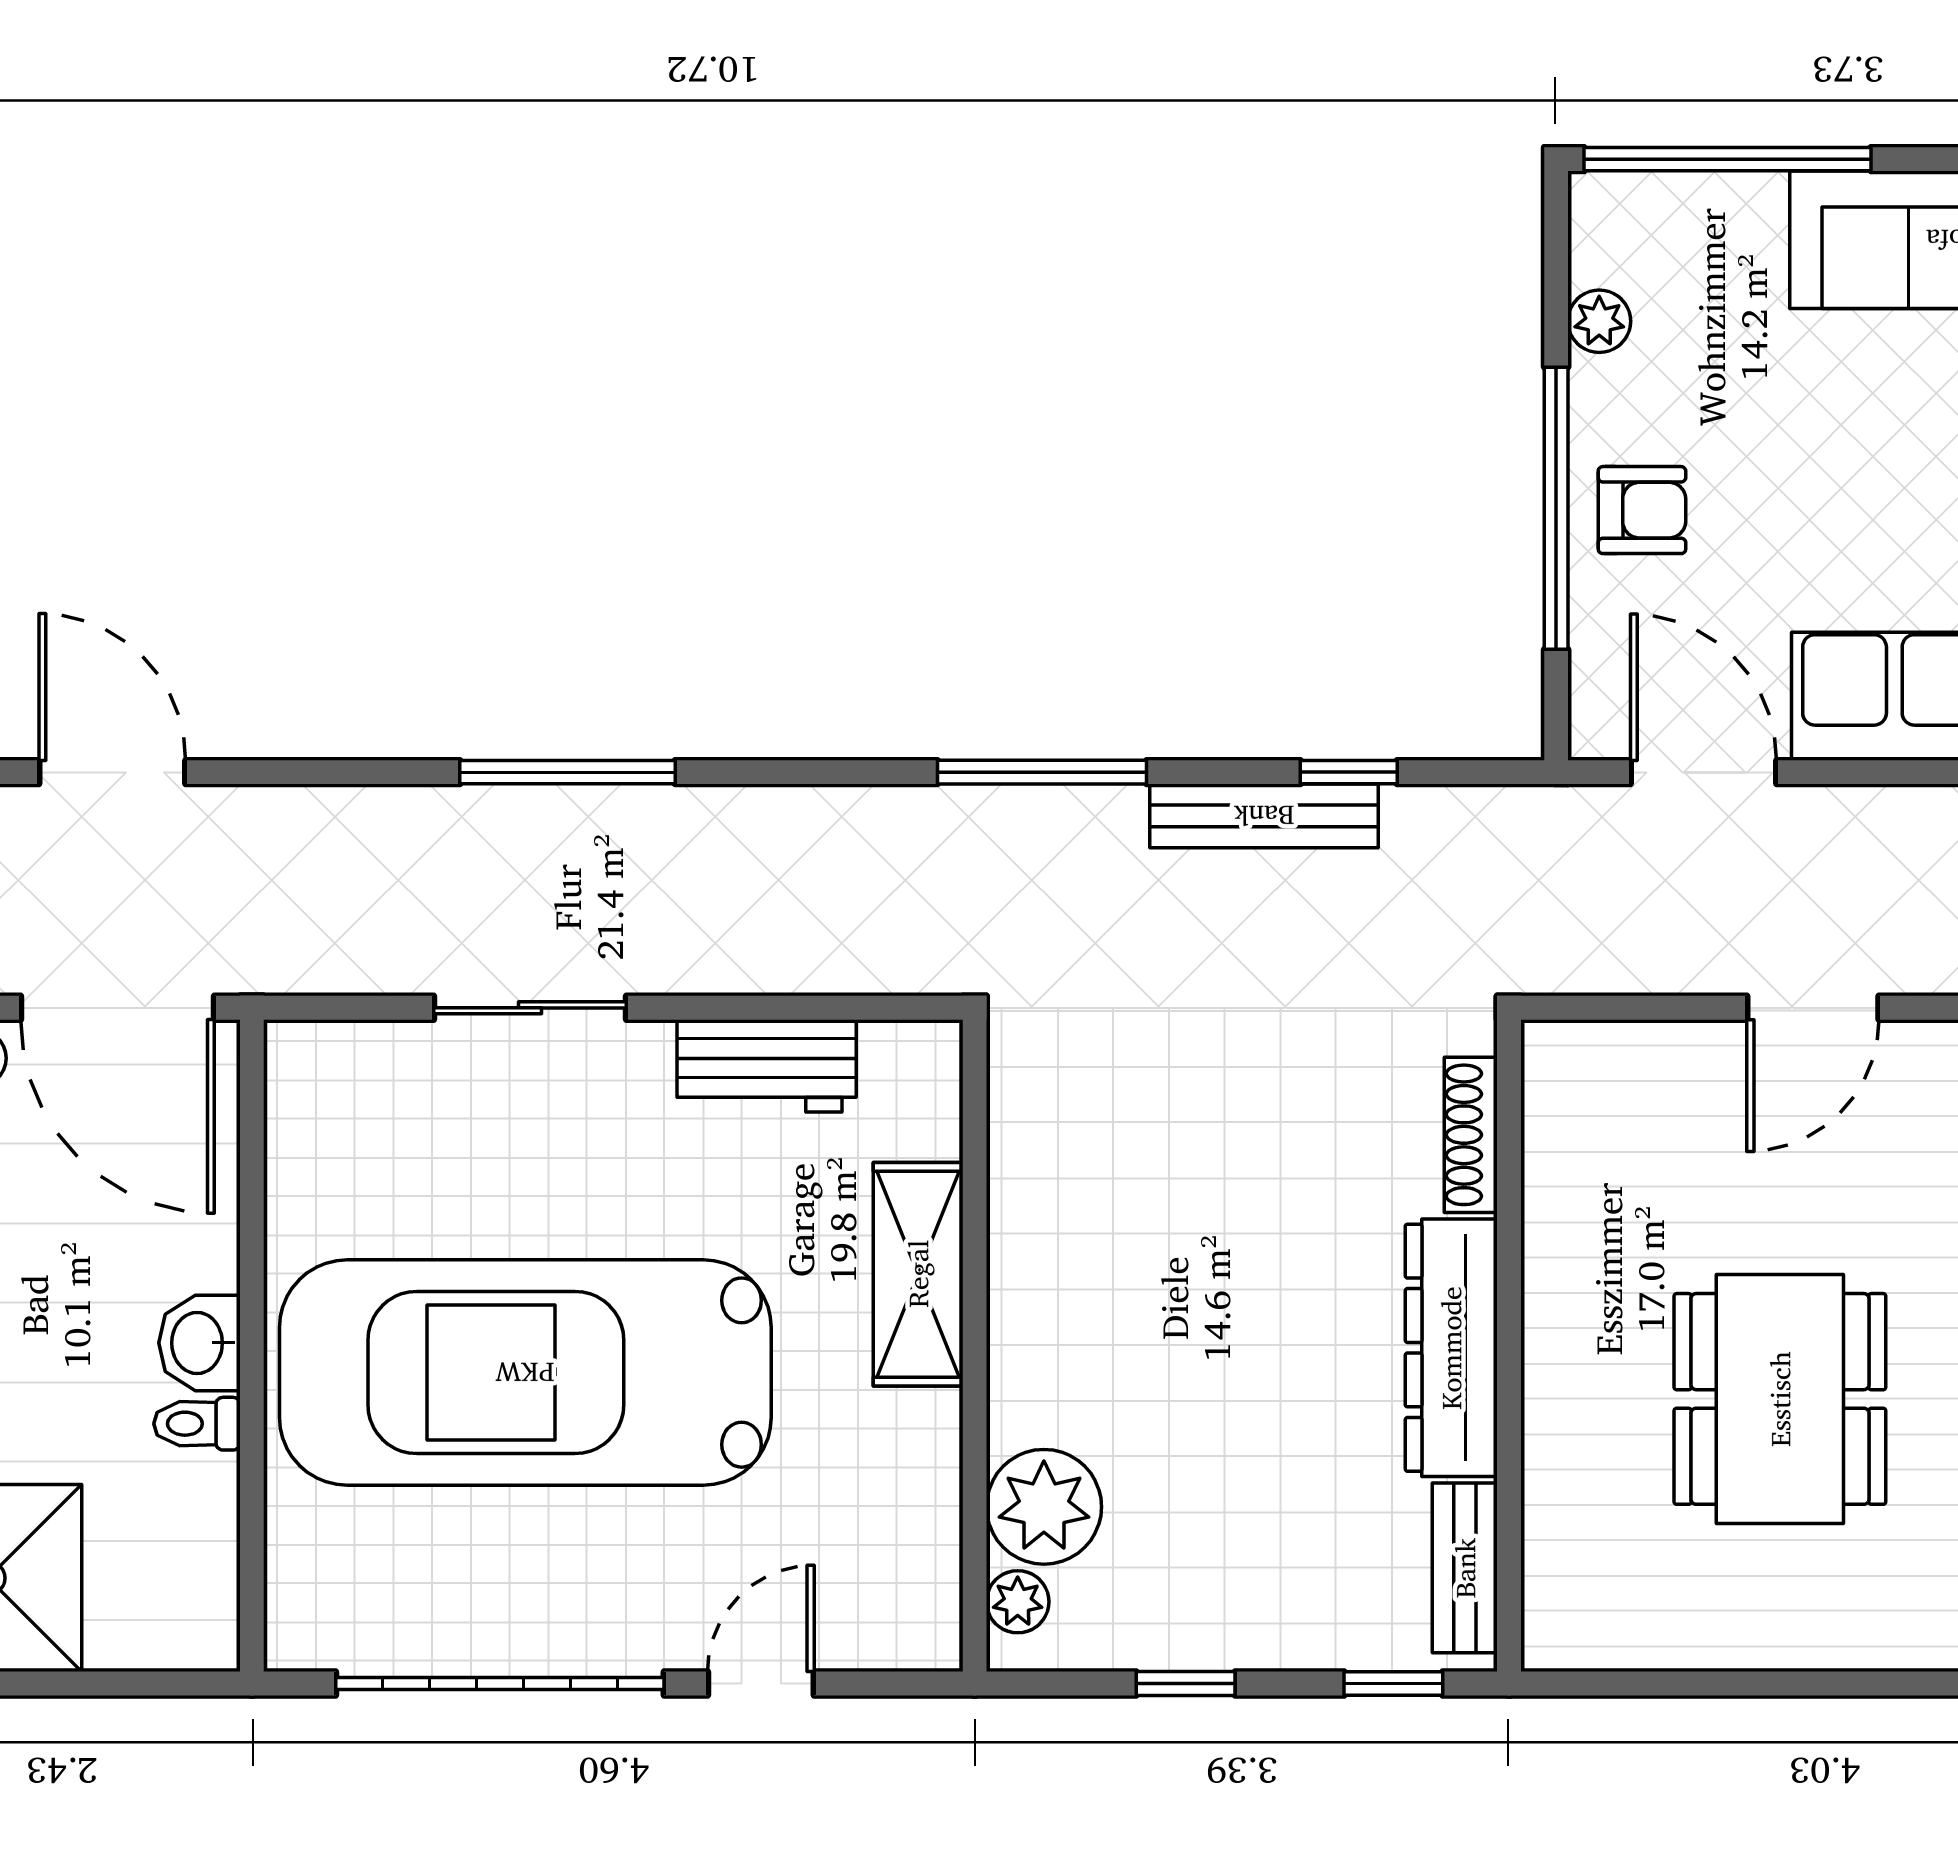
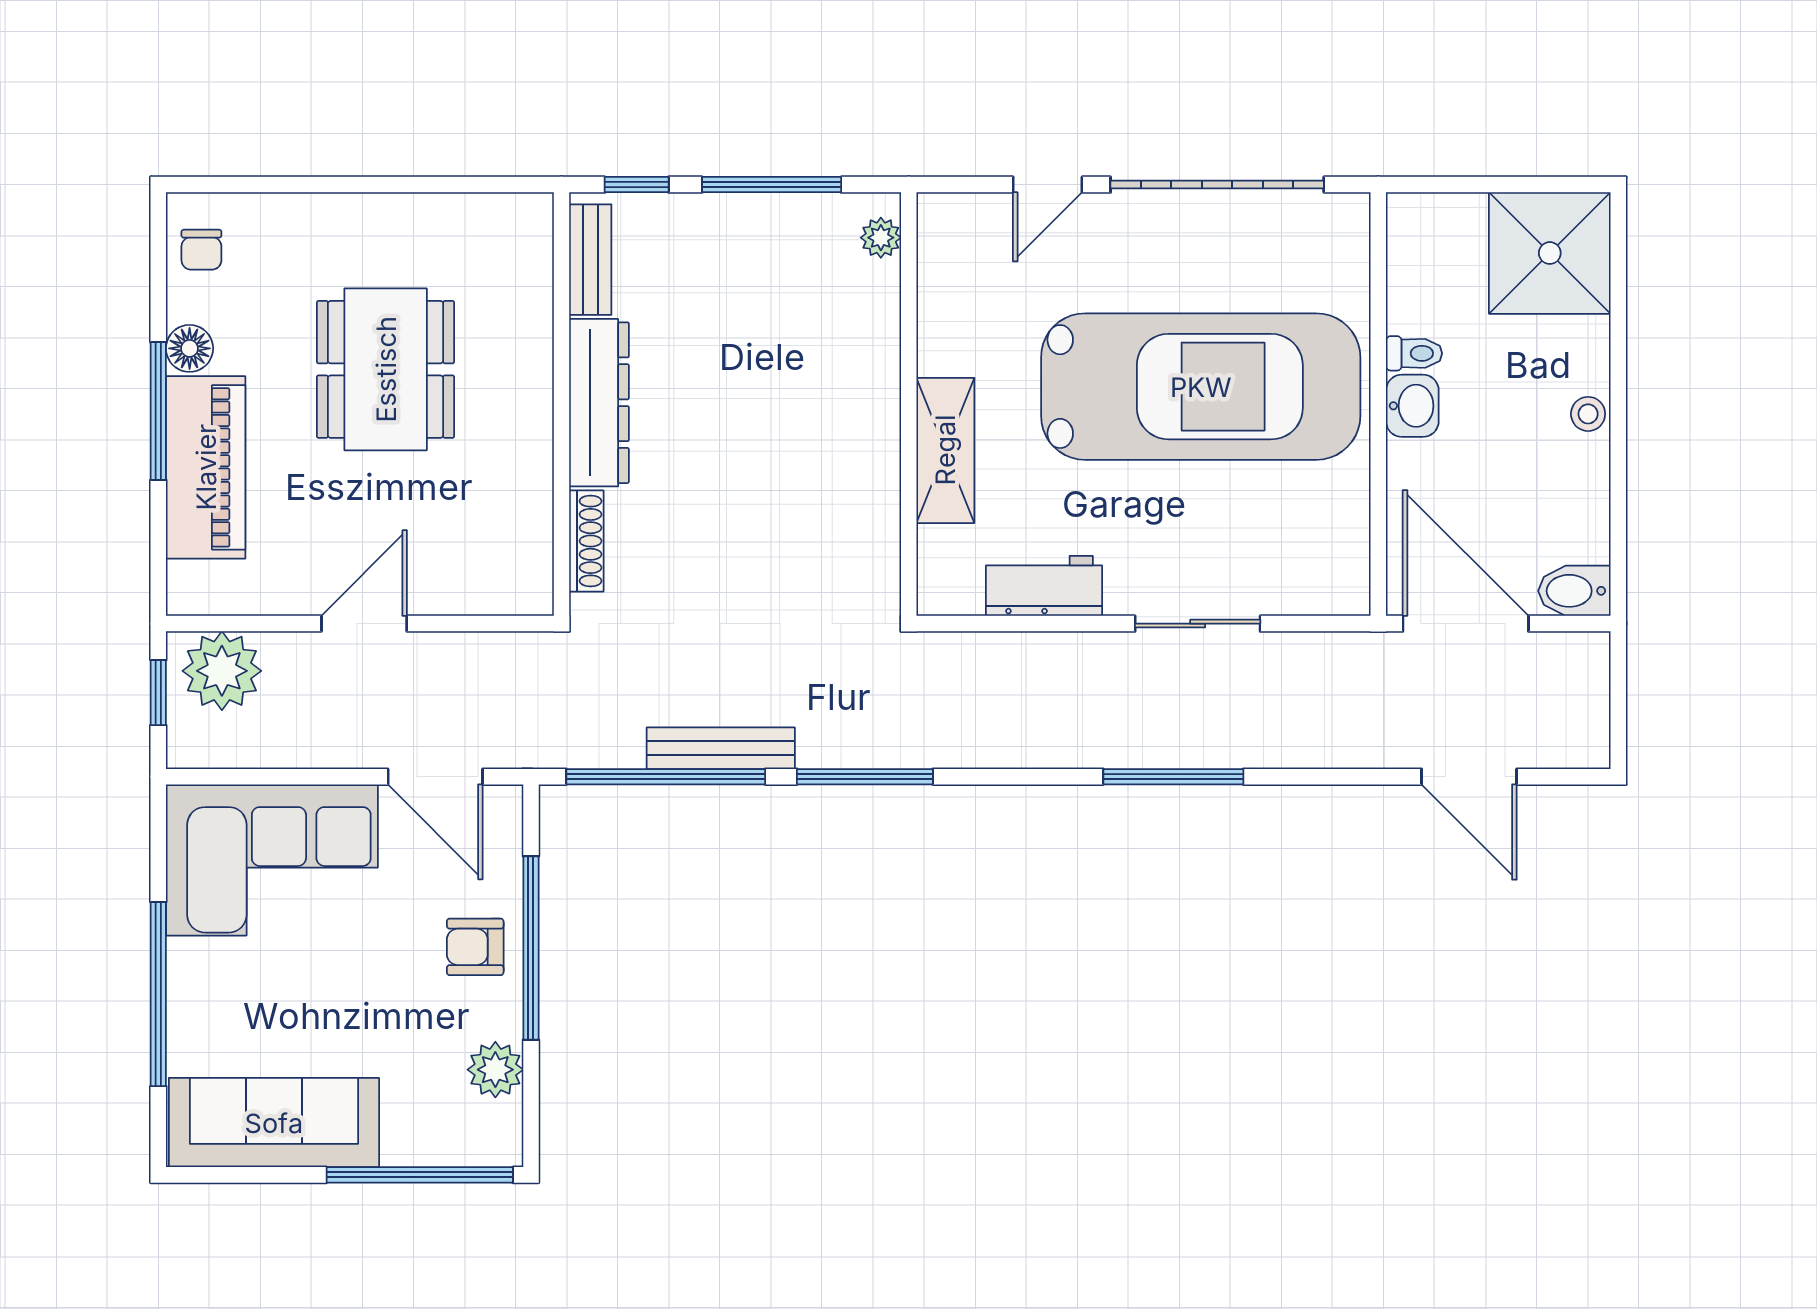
plant: (1599, 321) -> (495, 1070), width x1.38, depth x1.38
window: (1349, 772) -> (666, 777), width x3.17
plant: (1044, 1507) -> (864, 299), removed
window: (1186, 1683) -> (772, 185), width x2.17

